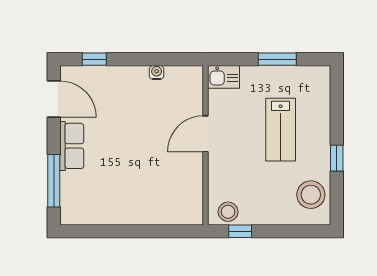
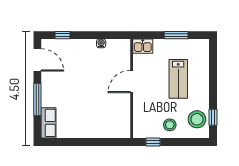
row of seats: (72, 146) -> (48, 123), moved
window: (337, 158) -> (213, 117), moved
window: (54, 181) -> (37, 99), moved
stool: (228, 212) -> (170, 125), moved

